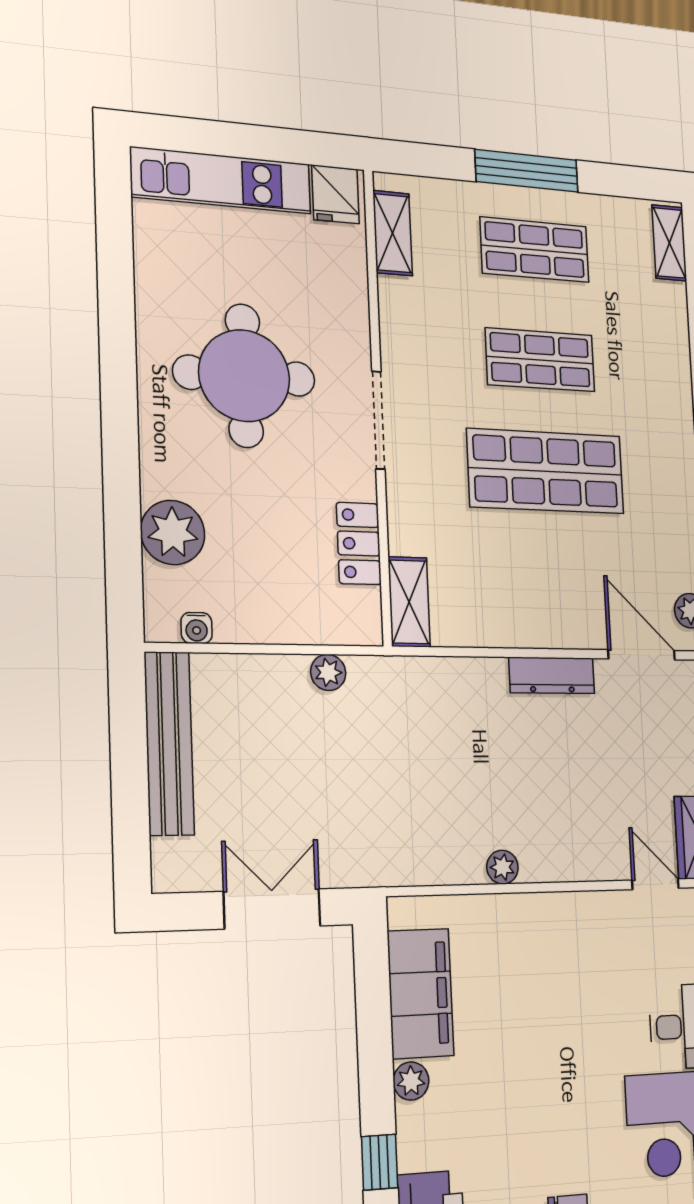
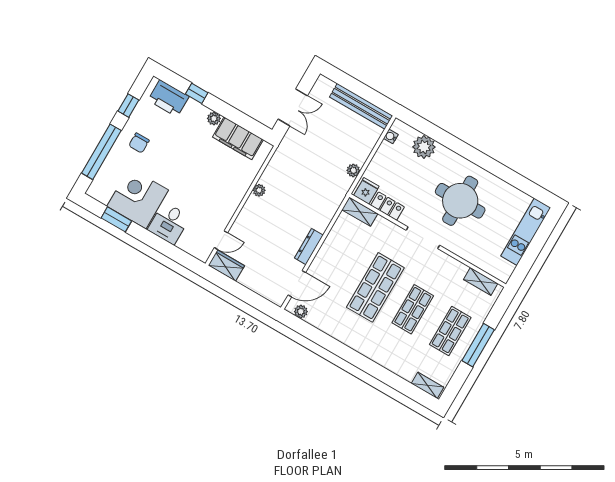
fridge: (335, 194) -> (366, 191), moved, turned 90

